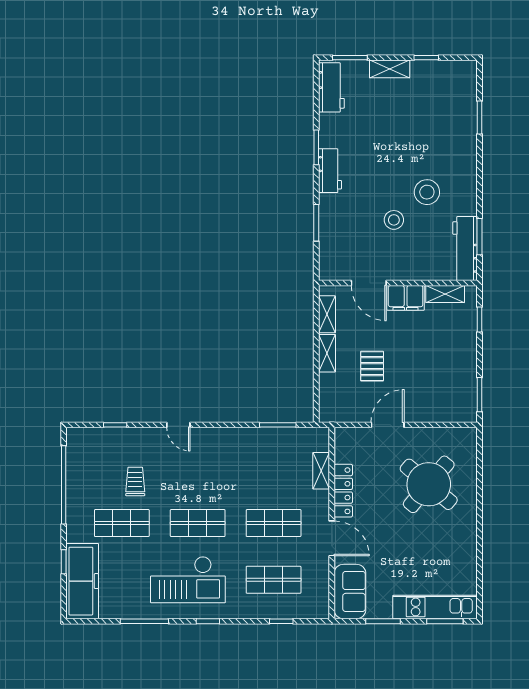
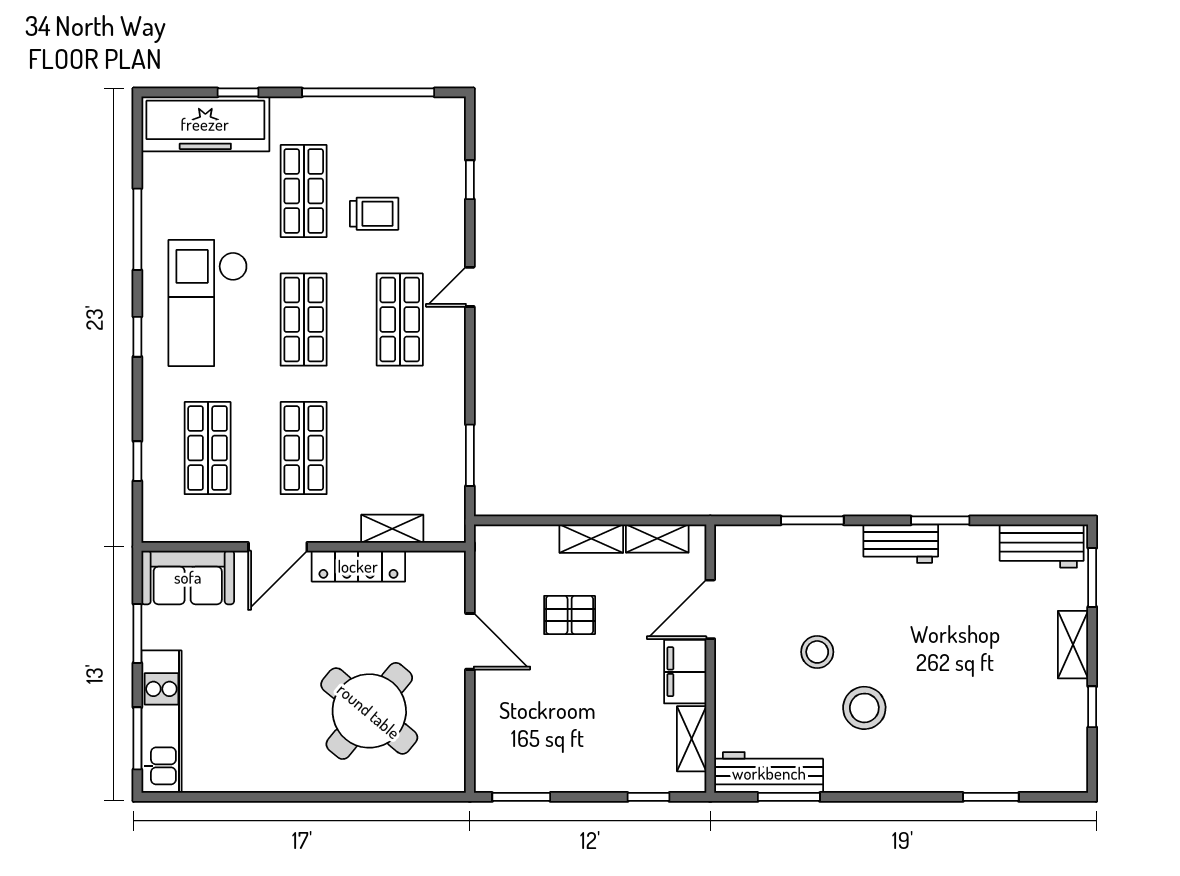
shop shelf: (198, 466) -> (400, 320), added

